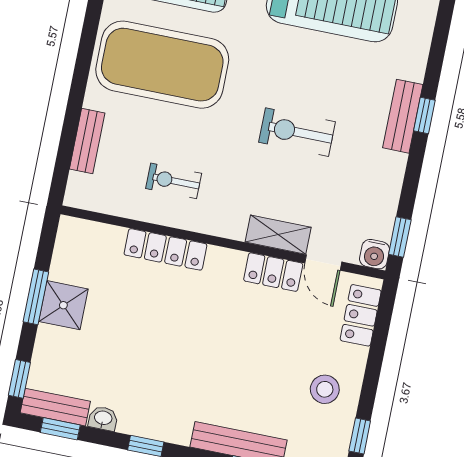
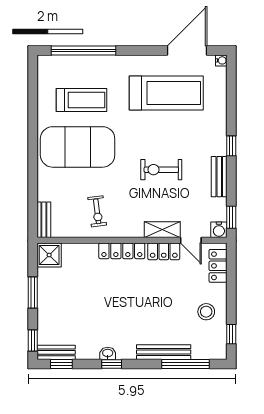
bench: (403, 116) -> (219, 177), moved
bench: (87, 141) -> (44, 220), moved
exercise bike: (174, 181) -> (97, 211), turned -97
locker: (165, 249) -> (122, 251), moved
shower: (63, 305) -> (49, 255), moved
washbasin: (103, 418) -> (108, 353), moved

